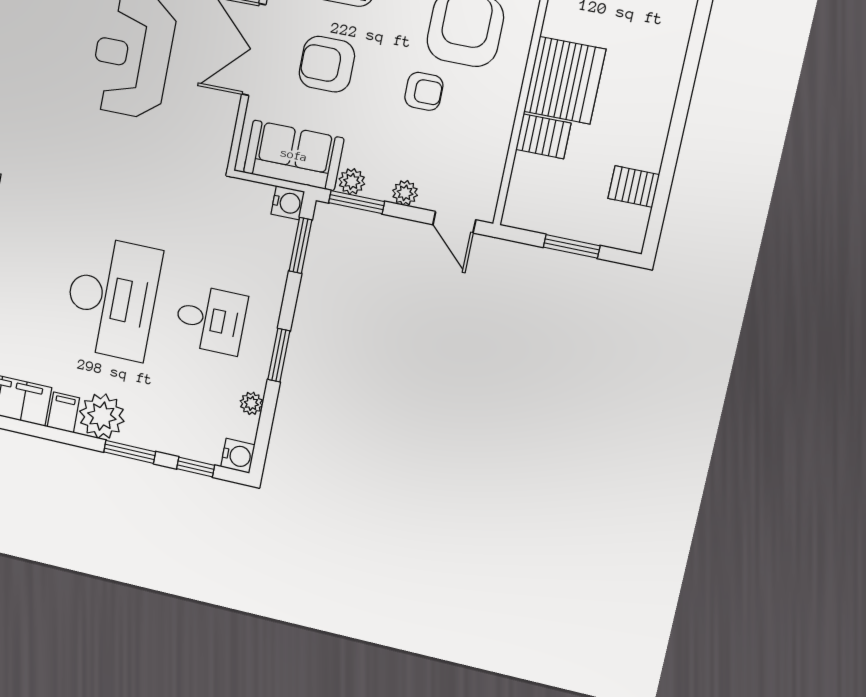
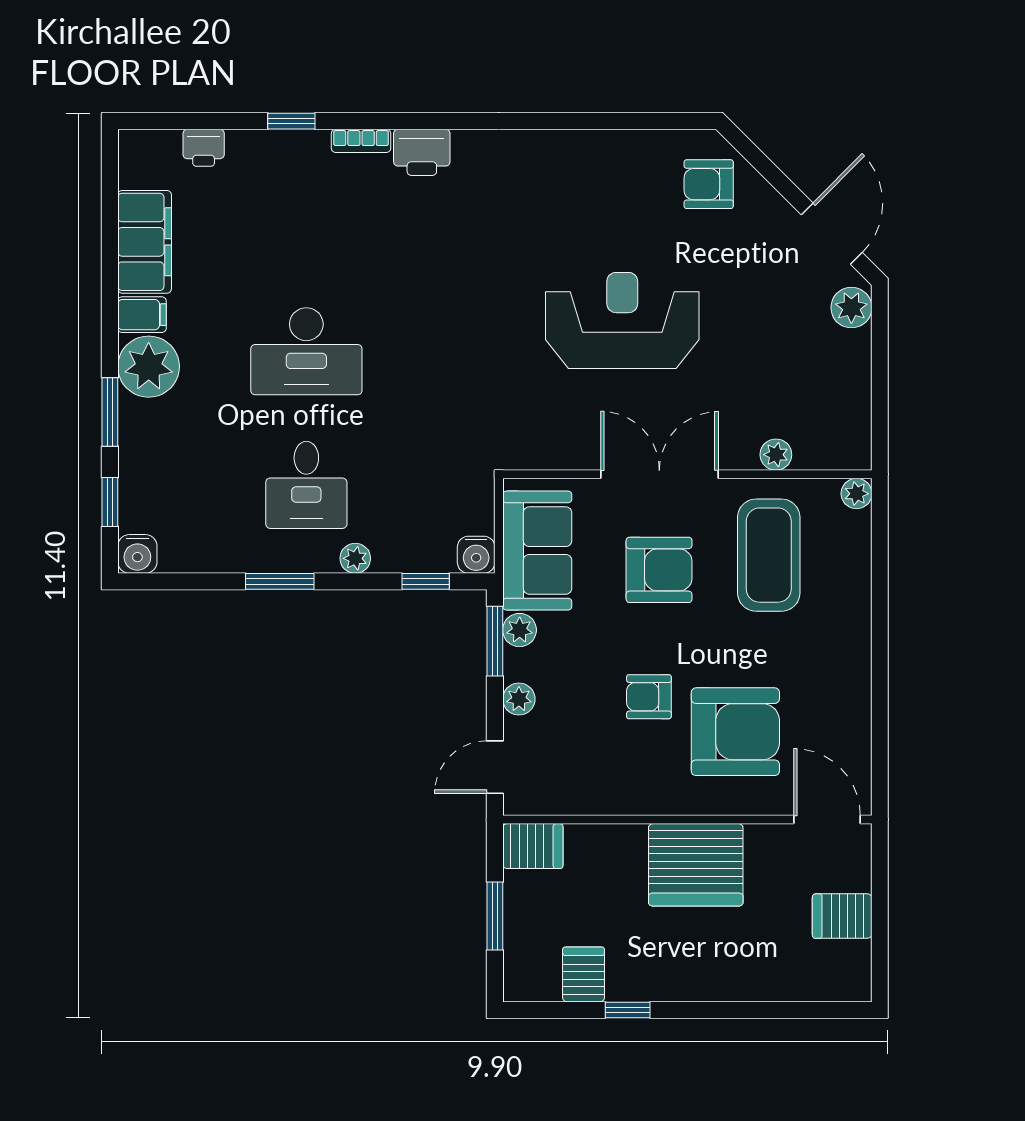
armchair: (327, 64) -> (659, 570), turned 90
armchair: (424, 91) -> (649, 697), turned 90
server rack: (543, 136) -> (533, 846), moved, turned -90
window: (670, 157) -> (628, 1010), added
window: (300, 245) -> (426, 581), width x0.67
desk: (112, 298) -> (306, 351), width x0.73, depth x0.77
plant: (251, 403) -> (355, 558), moved

